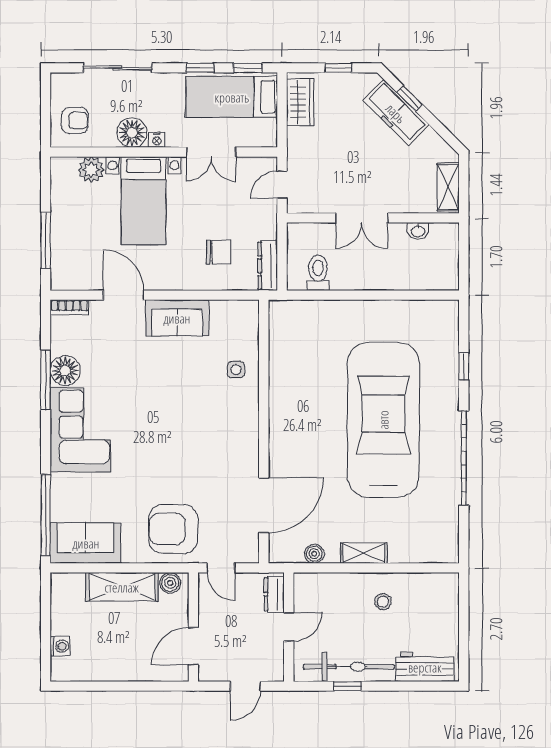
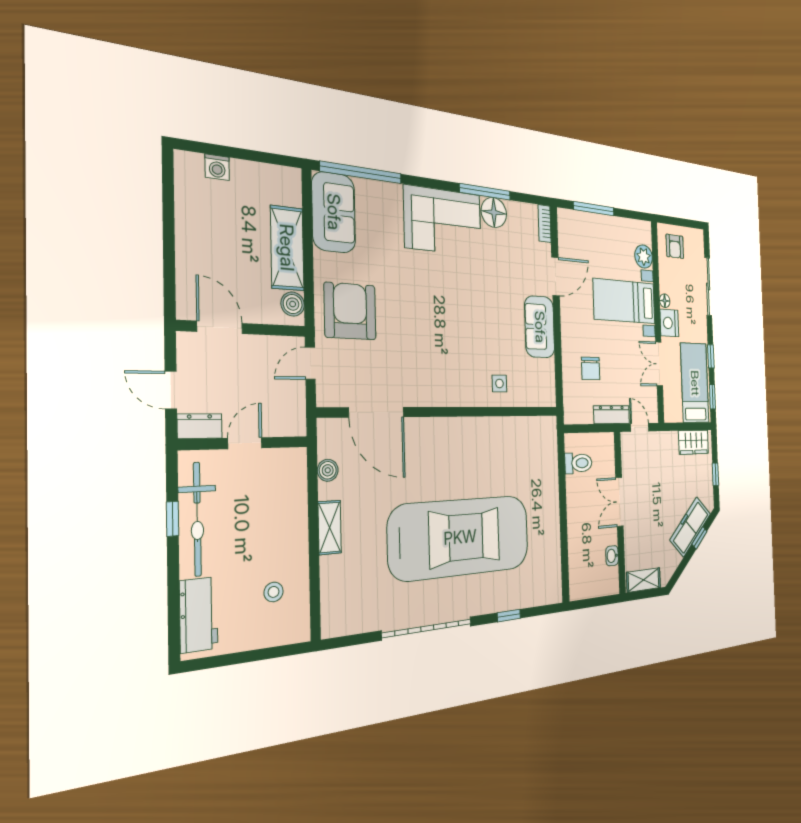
floor lamp: (132, 133) -> (665, 301), width x0.53, depth x0.53
nightstand: (157, 140) -> (669, 323), width x1.89, depth x1.79
dresser: (268, 266) -> (612, 415), moved
dresser: (274, 594) -> (200, 426), moved
stool: (383, 602) -> (274, 592), moved
door: (289, 627) -> (245, 443), swing flipped

